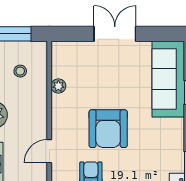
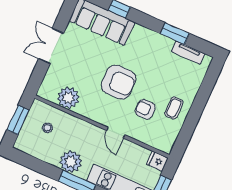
plant: (58, 86) -> (68, 98), width x1.87, depth x1.87

